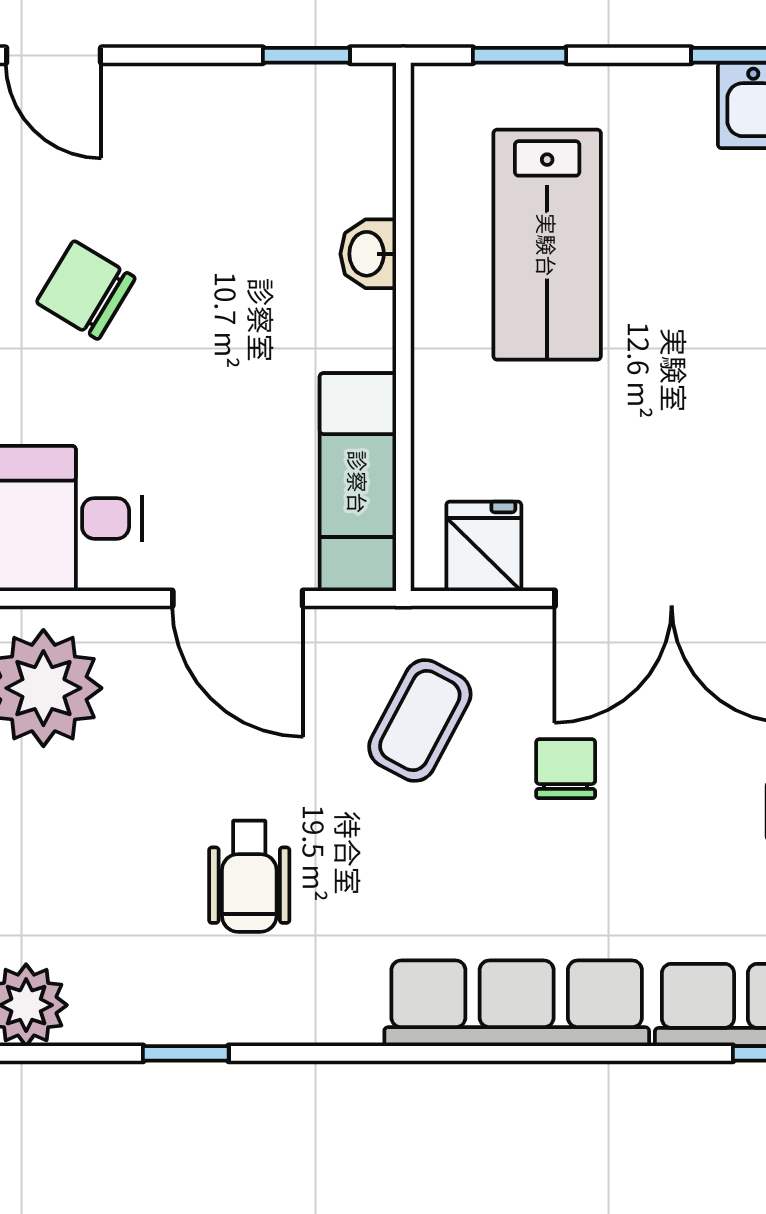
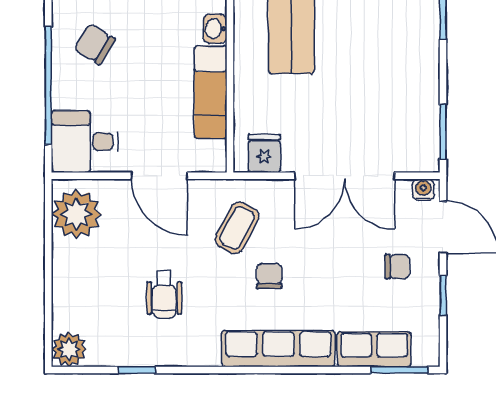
exam couch: (358, 482) -> (211, 92), moved
chair: (566, 769) -> (269, 276), moved

